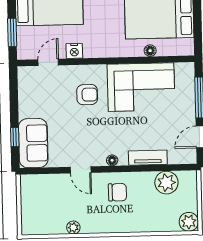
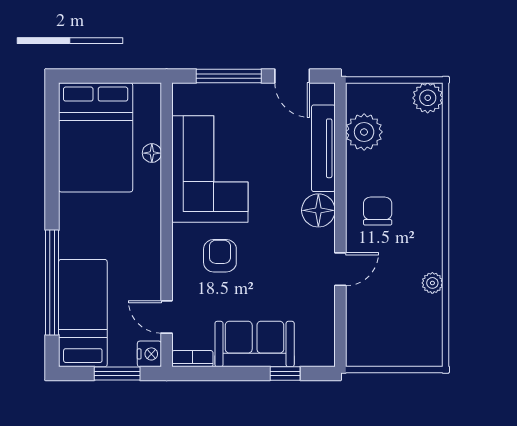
nightstand: (74, 51) -> (149, 354), moved
bookcase: (23, 79) -> (192, 359), added
sofa: (33, 143) -> (255, 344), moved
tv unit: (148, 158) -> (323, 148), width x1.41
floor lamp: (112, 160) -> (318, 210), width x1.89, depth x1.89

